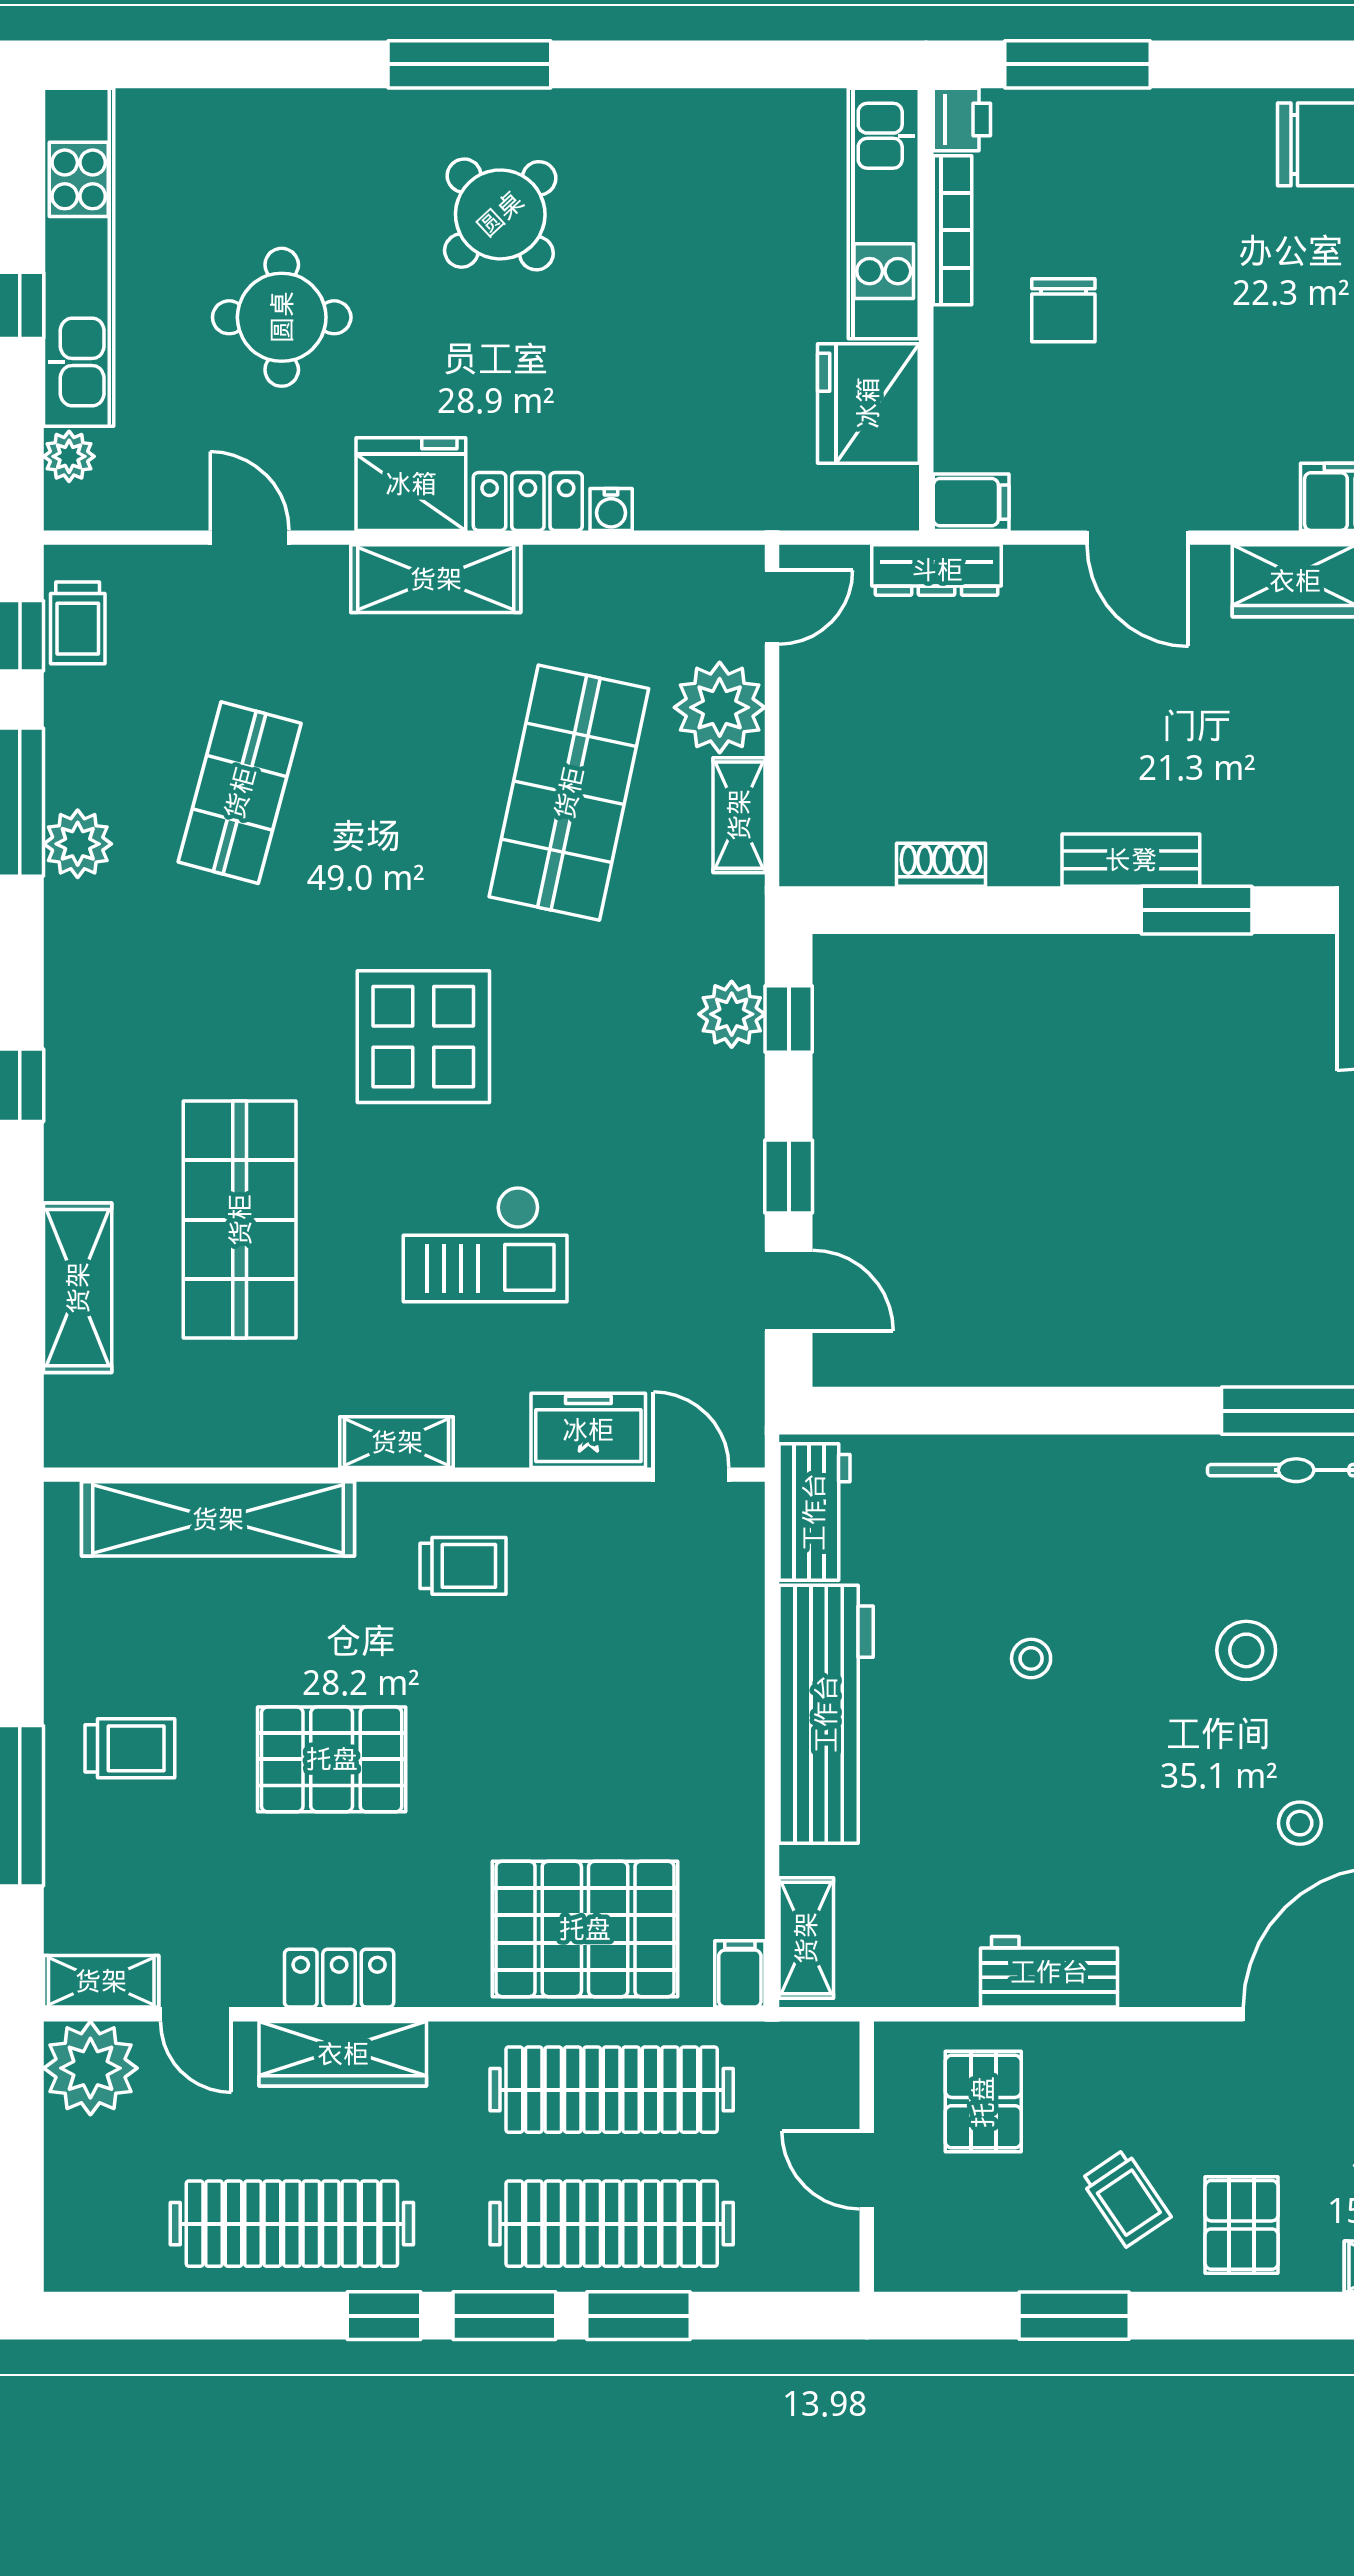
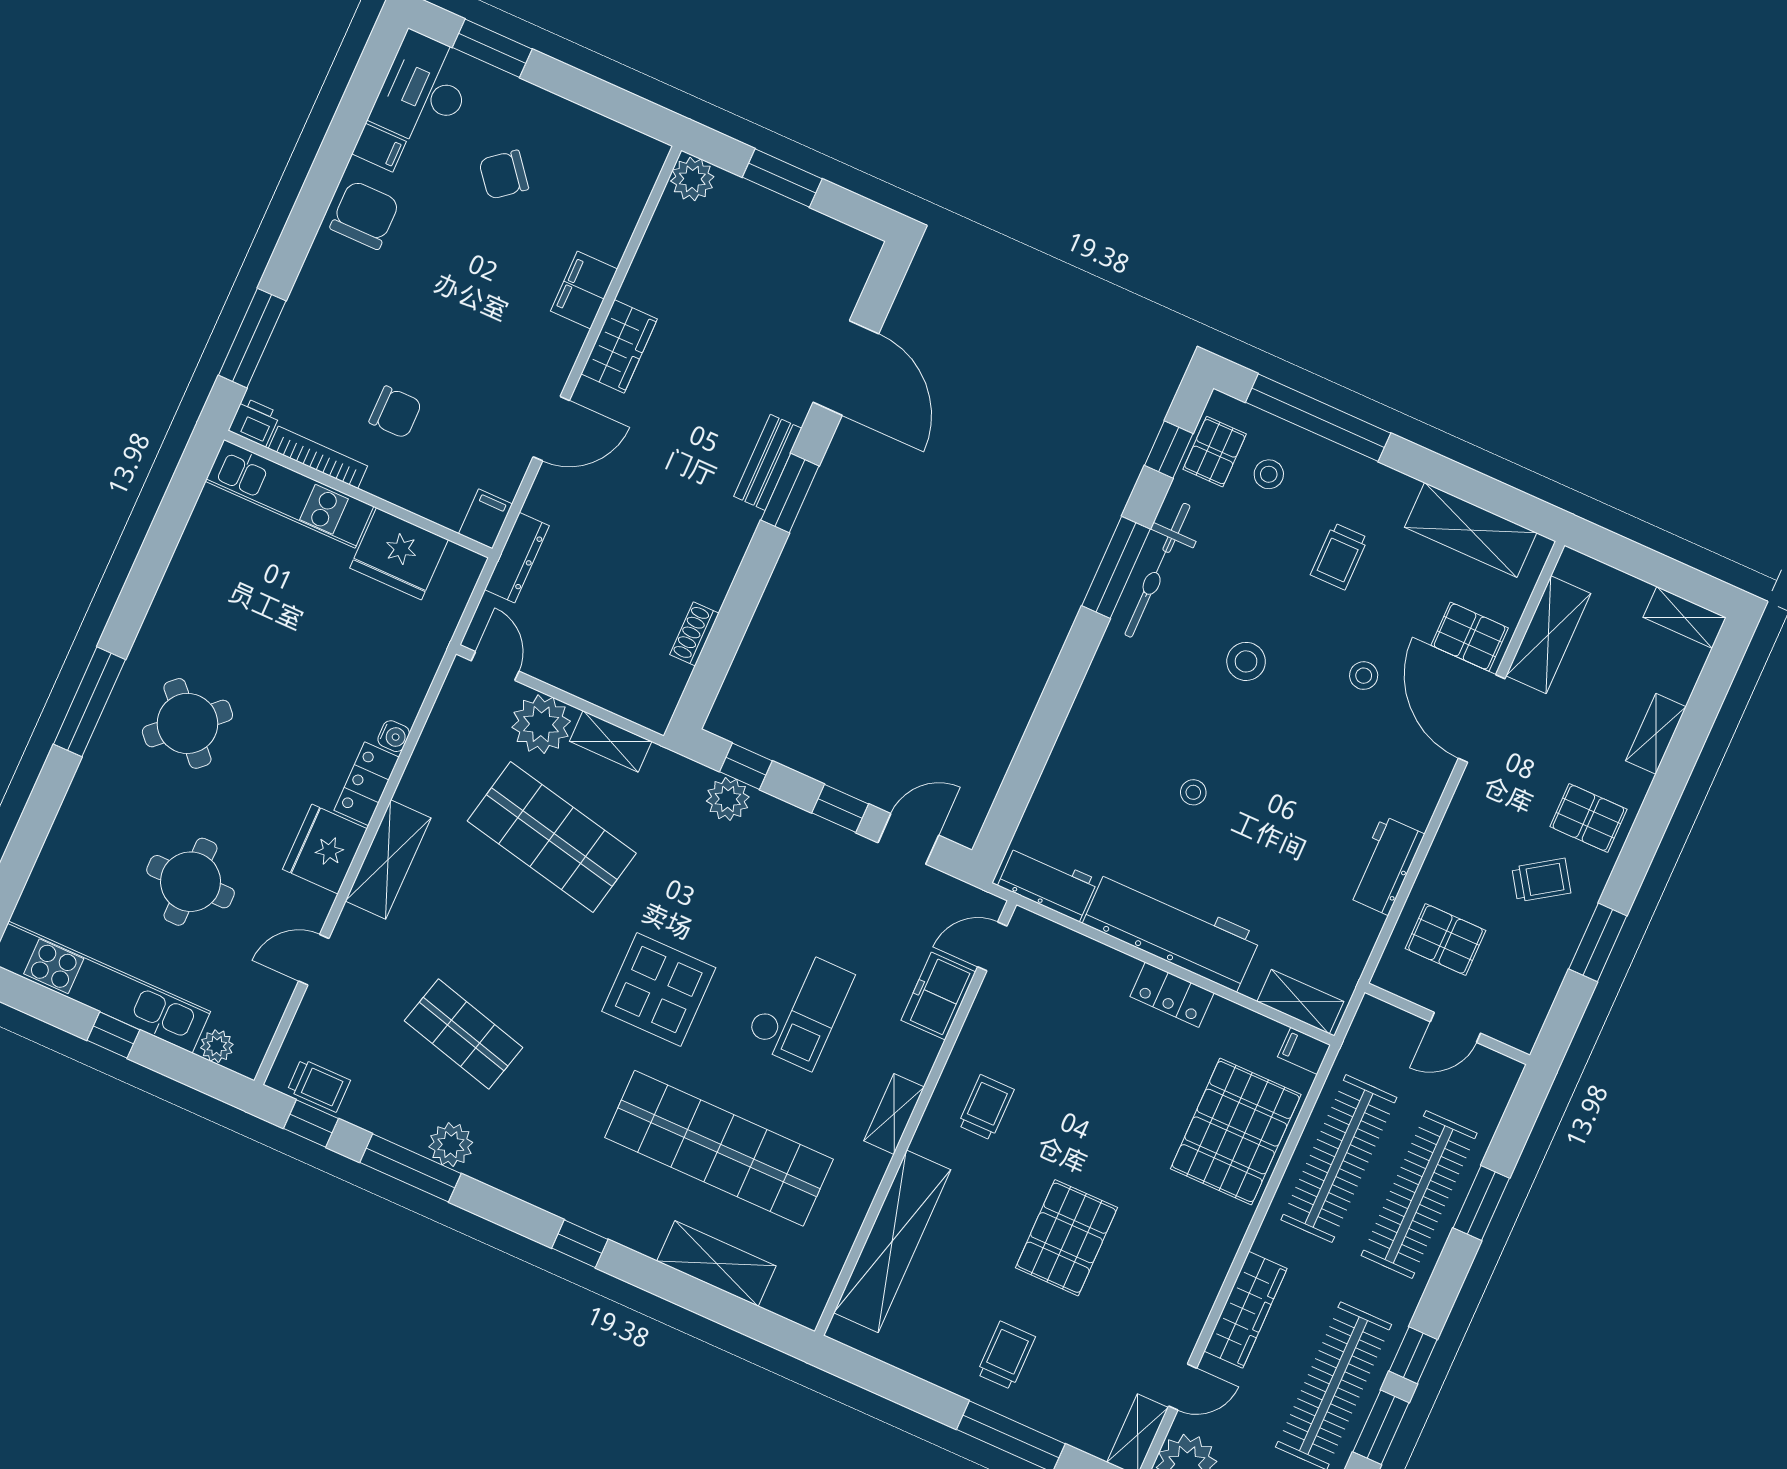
bench: (1131, 860) -> (768, 462), moved
shop shelf: (240, 1220) -> (719, 1148), width x1.40
locker: (339, 1978) -> (1172, 995), moved, turned -90
window: (504, 2316) -> (1381, 1427), moved

